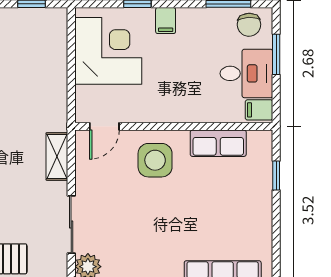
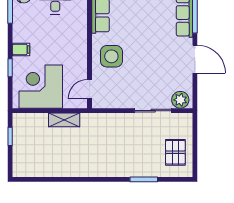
door: (104, 126) -> (90, 89), swing flipped
shelving: (57, 156) -> (64, 120), moved

